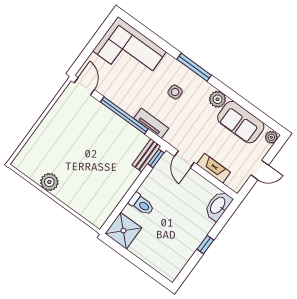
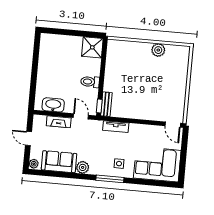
side table: (175, 92) -> (119, 164), moved
window: (124, 115) -> (136, 121), removed
door: (260, 170) -> (28, 138), hinge flipped
toilet: (141, 204) -> (90, 82), moved
washbasin: (218, 206) -> (53, 105), moved, turned -90
window: (205, 245) -> (35, 70), removed

